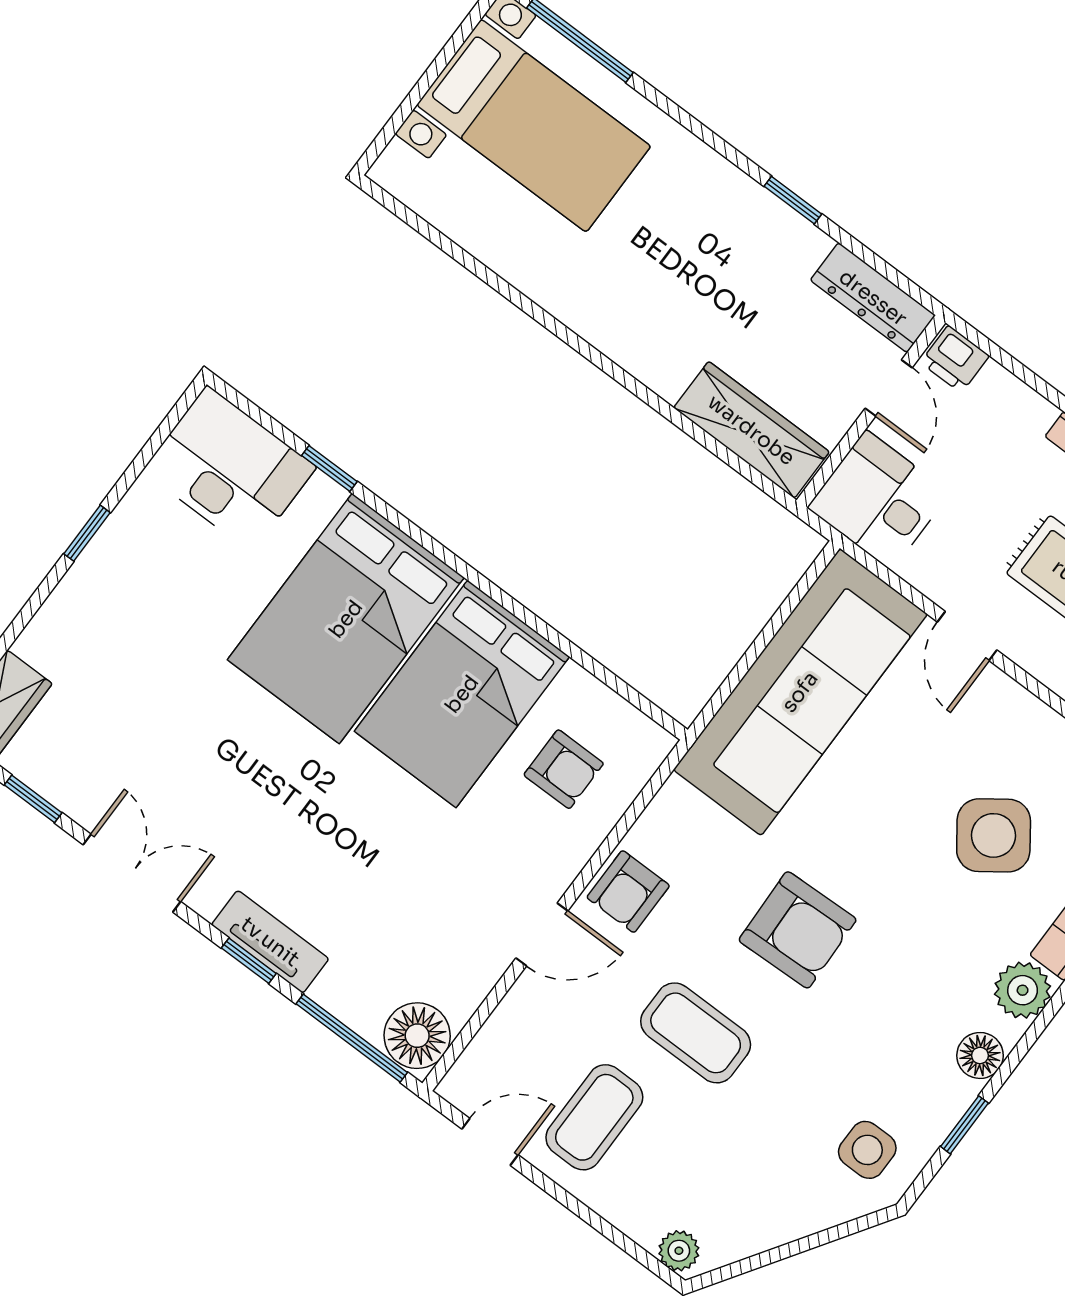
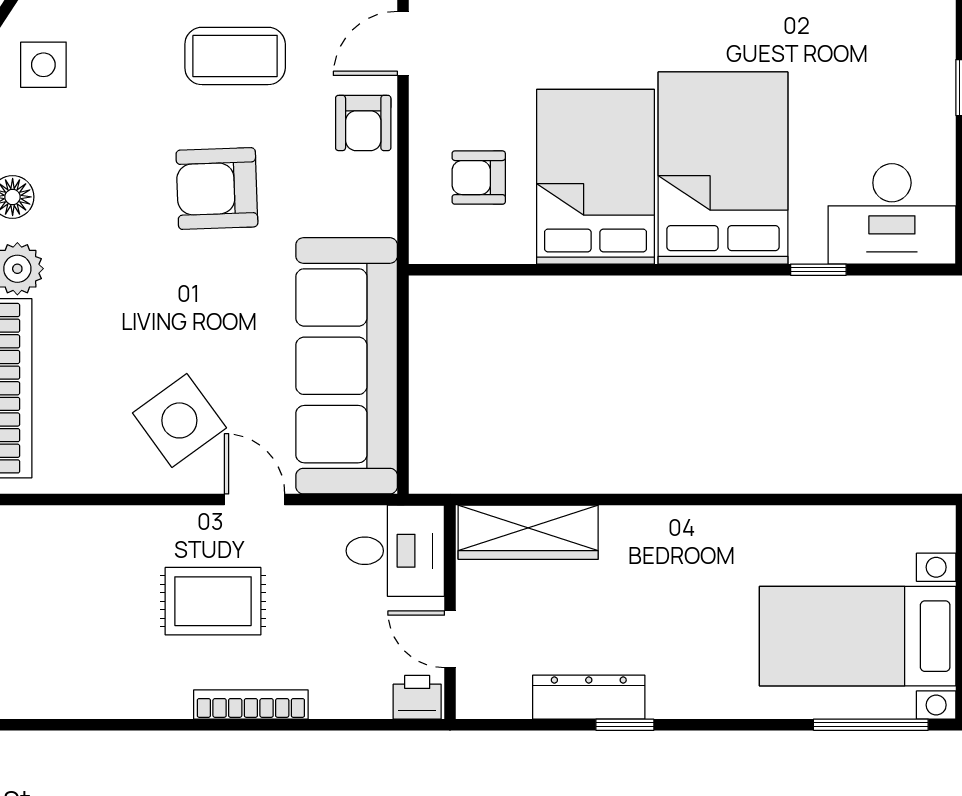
dresser: (873, 298) -> (589, 697), moved
side table: (994, 835) -> (179, 420), moved
armchair: (628, 892) -> (363, 123), turned 180

